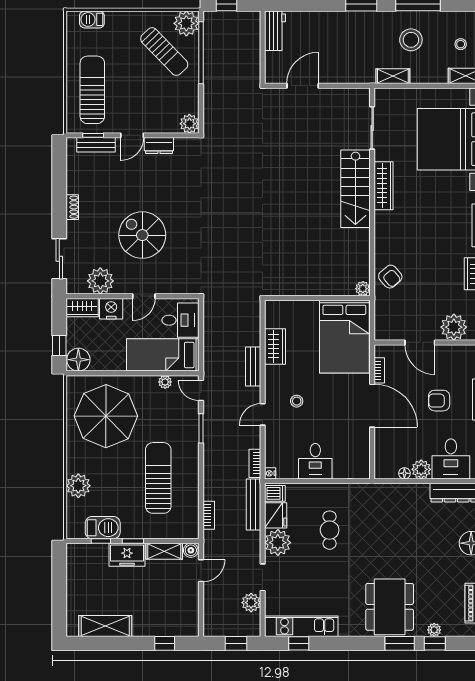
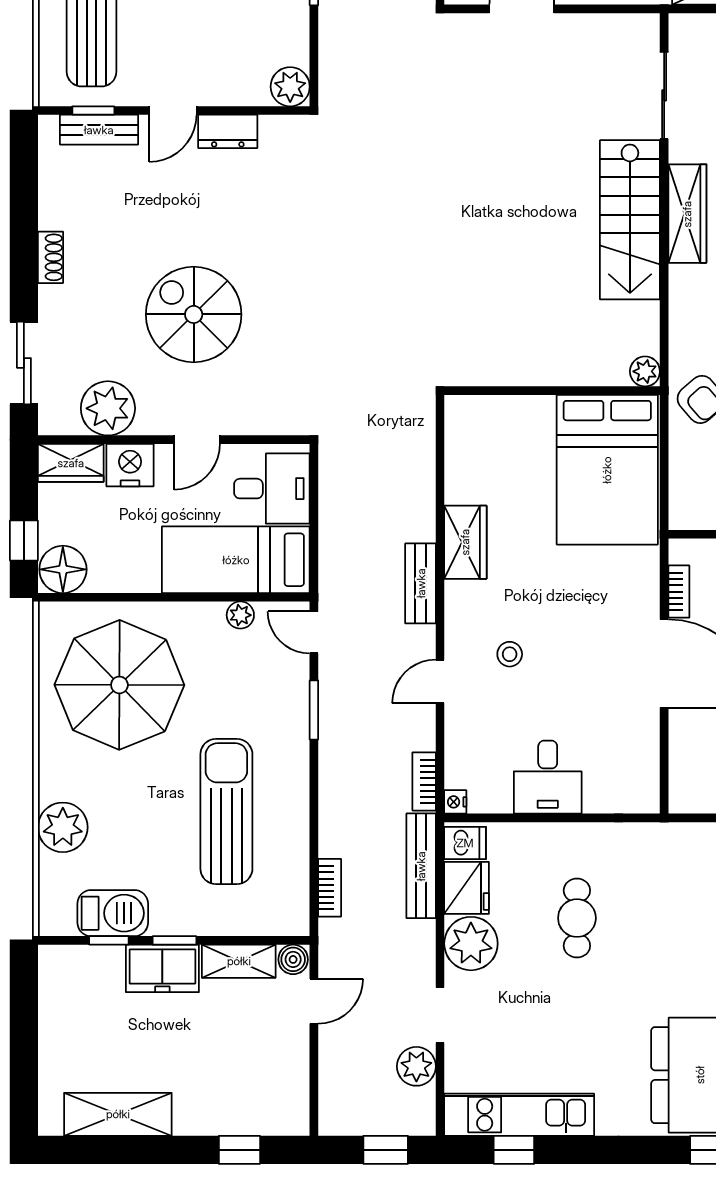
plant: (363, 289) -> (645, 371), moved
wall: (317, 298) -> (552, 391), moved
bed: (344, 337) -> (607, 470), moved

